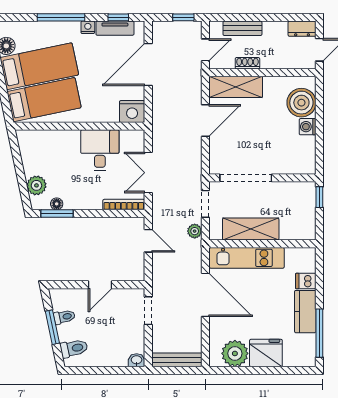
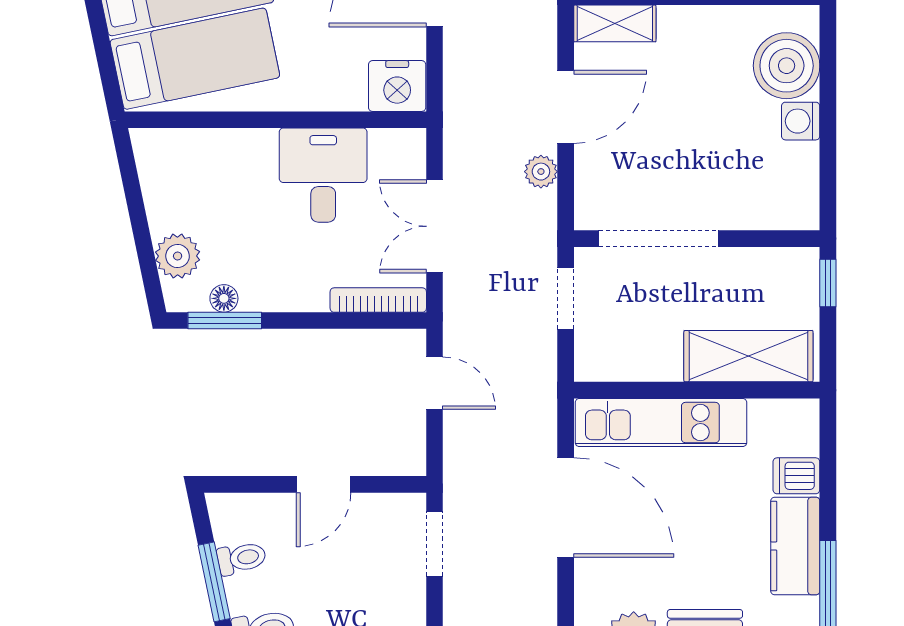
shelving: (236, 87) -> (615, 23), width x0.67, depth x0.75
shelving: (251, 229) -> (748, 356), moved
plant: (195, 231) -> (541, 172), moved

